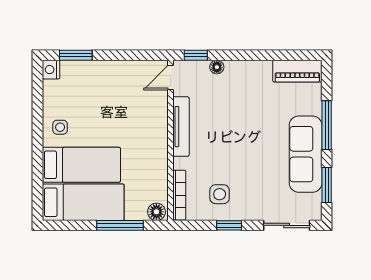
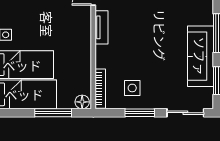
tv unit: (181, 127) -> (102, 27), width x0.71
window: (229, 225) -> (140, 113), width x1.50

